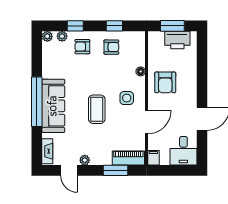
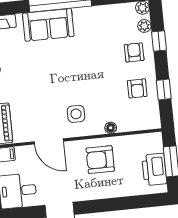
sofa: (53, 106) -> (48, 25), width x0.73
coffee table: (97, 109) -> (58, 78), removed

